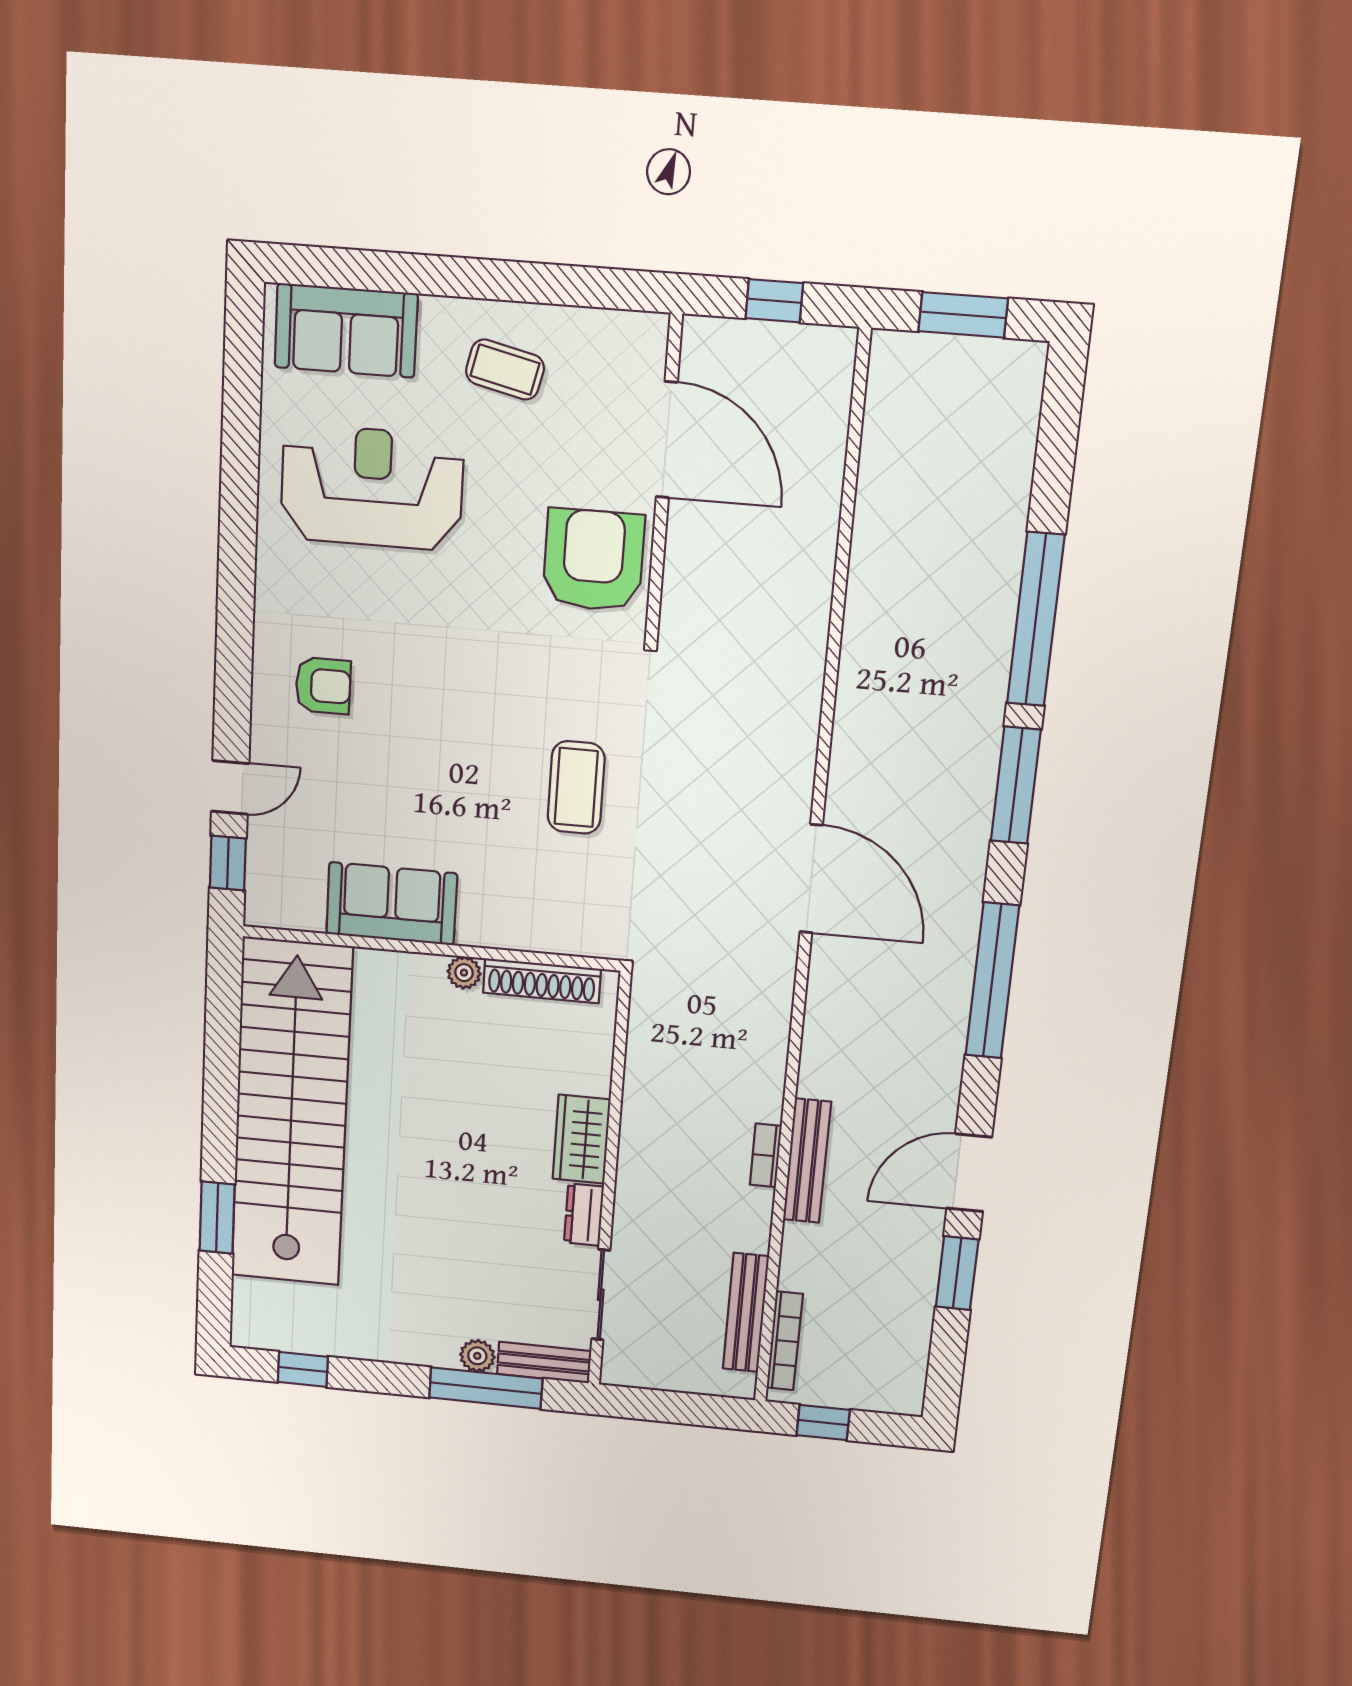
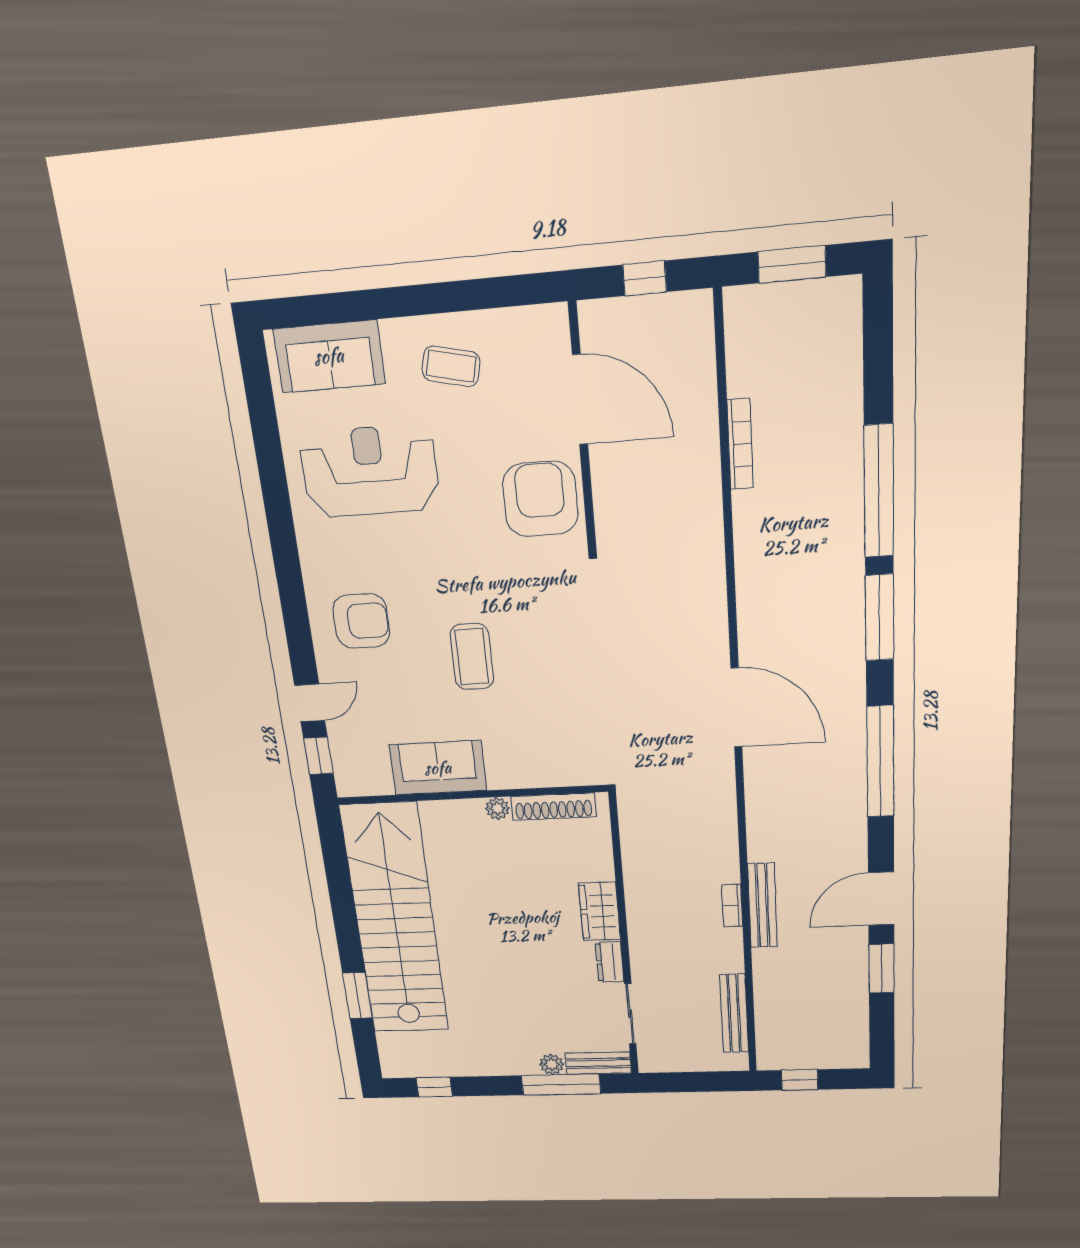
armchair: (323, 686) -> (361, 621), width x1.38, depth x1.38
coffee table: (576, 787) -> (472, 657), moved
bookcase: (785, 1341) -> (740, 444), moved

